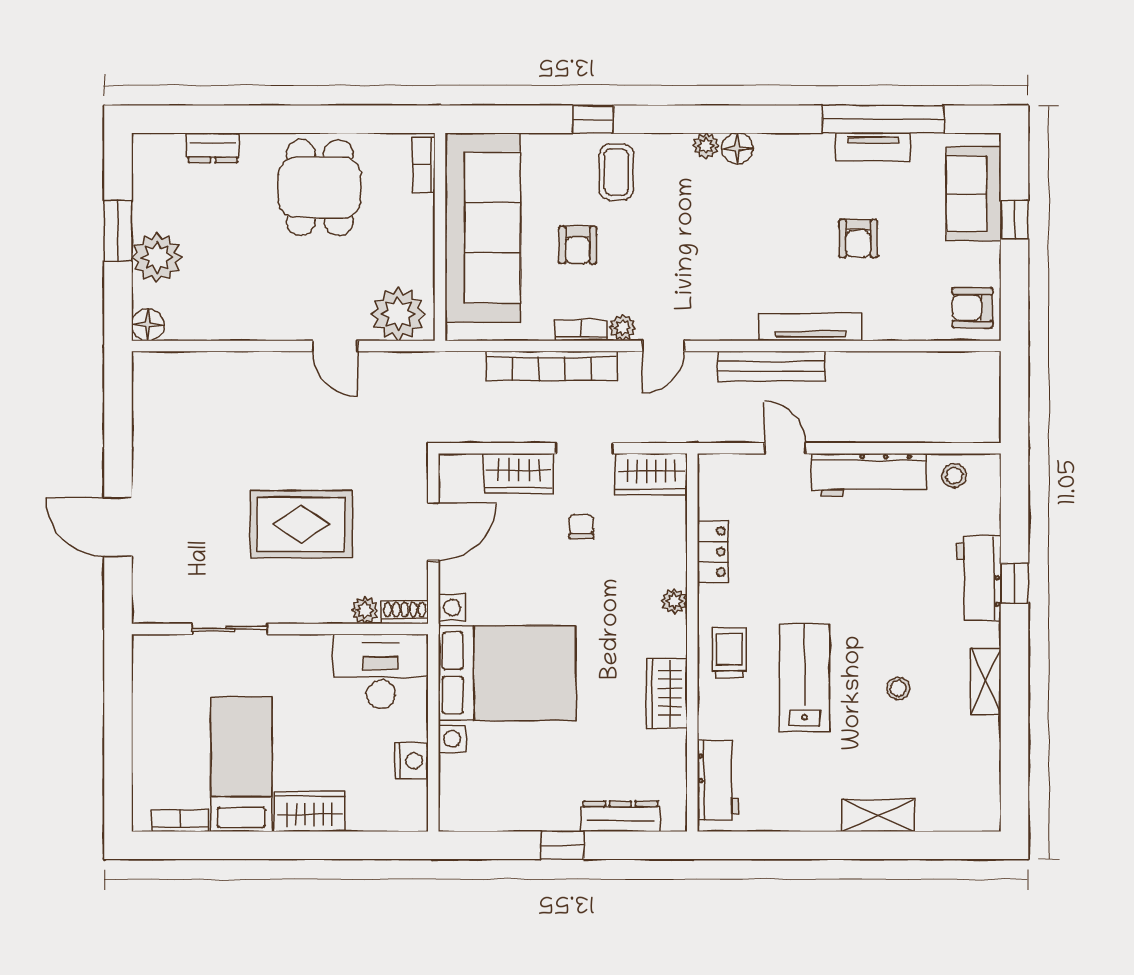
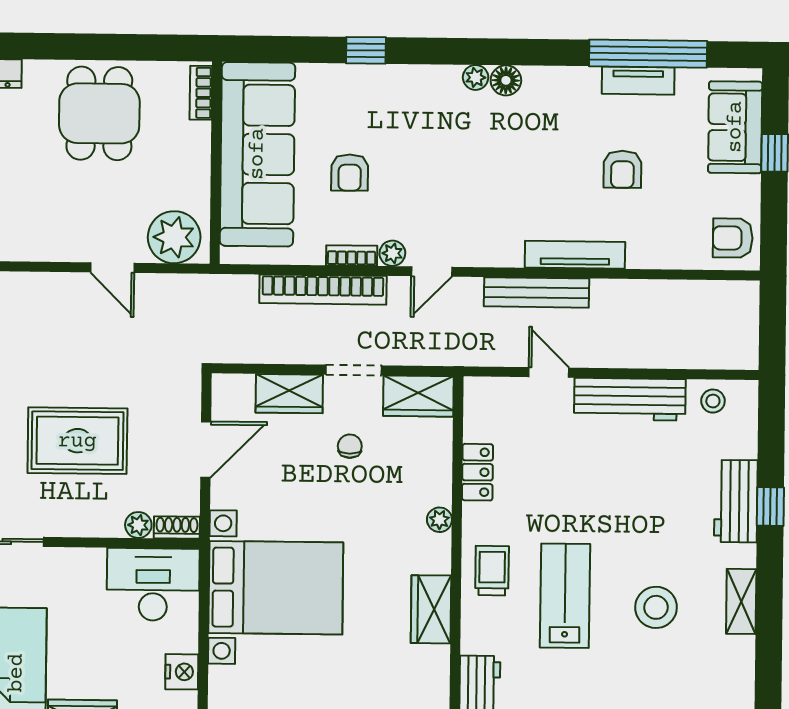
coffee table: (616, 172) -> (388, 102), removed
stool: (898, 688) -> (656, 607), width x1.89, depth x1.89

